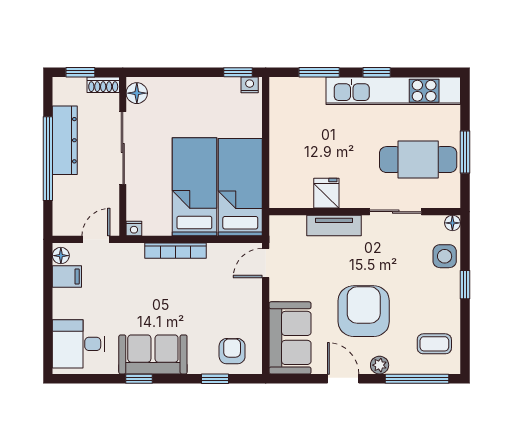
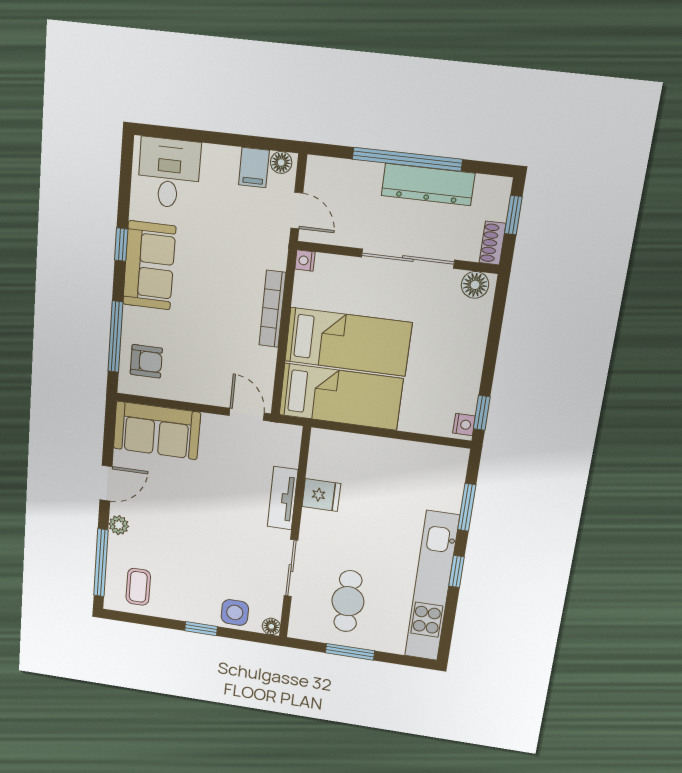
cafe table: (418, 160) -> (348, 601), width x0.73, depth x0.74
armchair: (364, 311) -> (181, 517), removed
window: (215, 379) -> (115, 337), width x2.17

